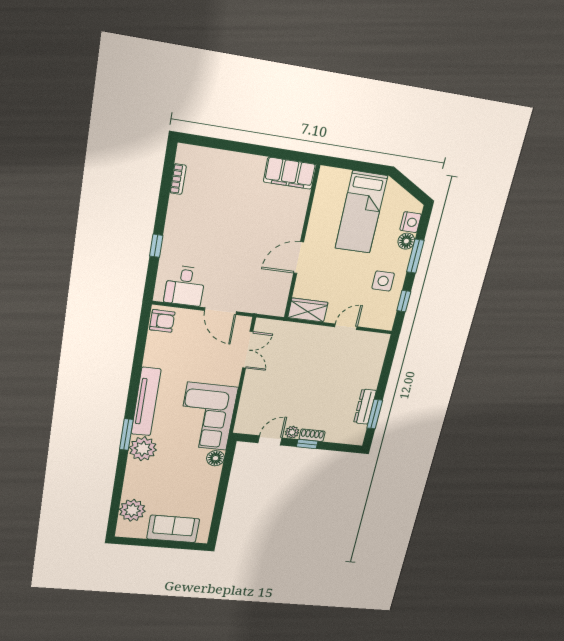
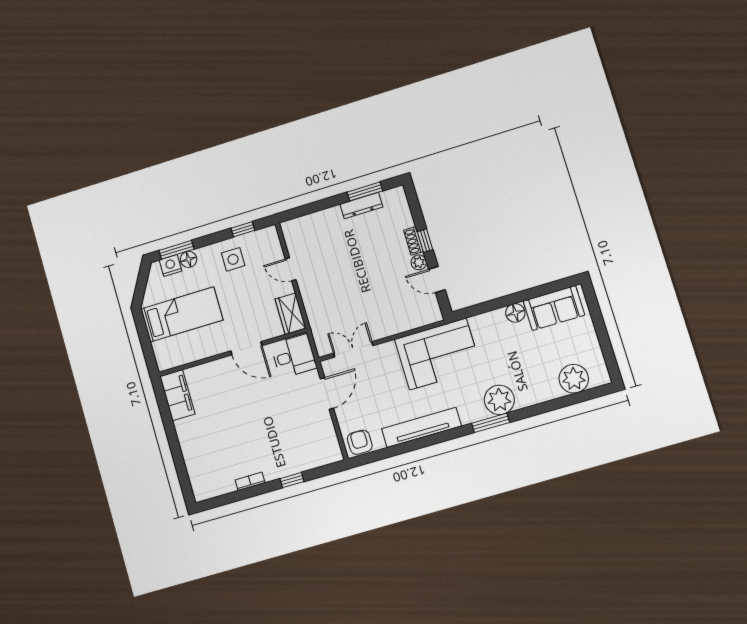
bookcase: (178, 179) -> (250, 481), moved
window: (415, 256) -> (176, 250), moved
desk: (185, 286) -> (294, 356), moved
tv unit: (146, 402) -> (421, 427), moved
floor lamp: (215, 458) -> (515, 313), moved
sofa: (173, 529) -> (554, 308), moved, turned -90

